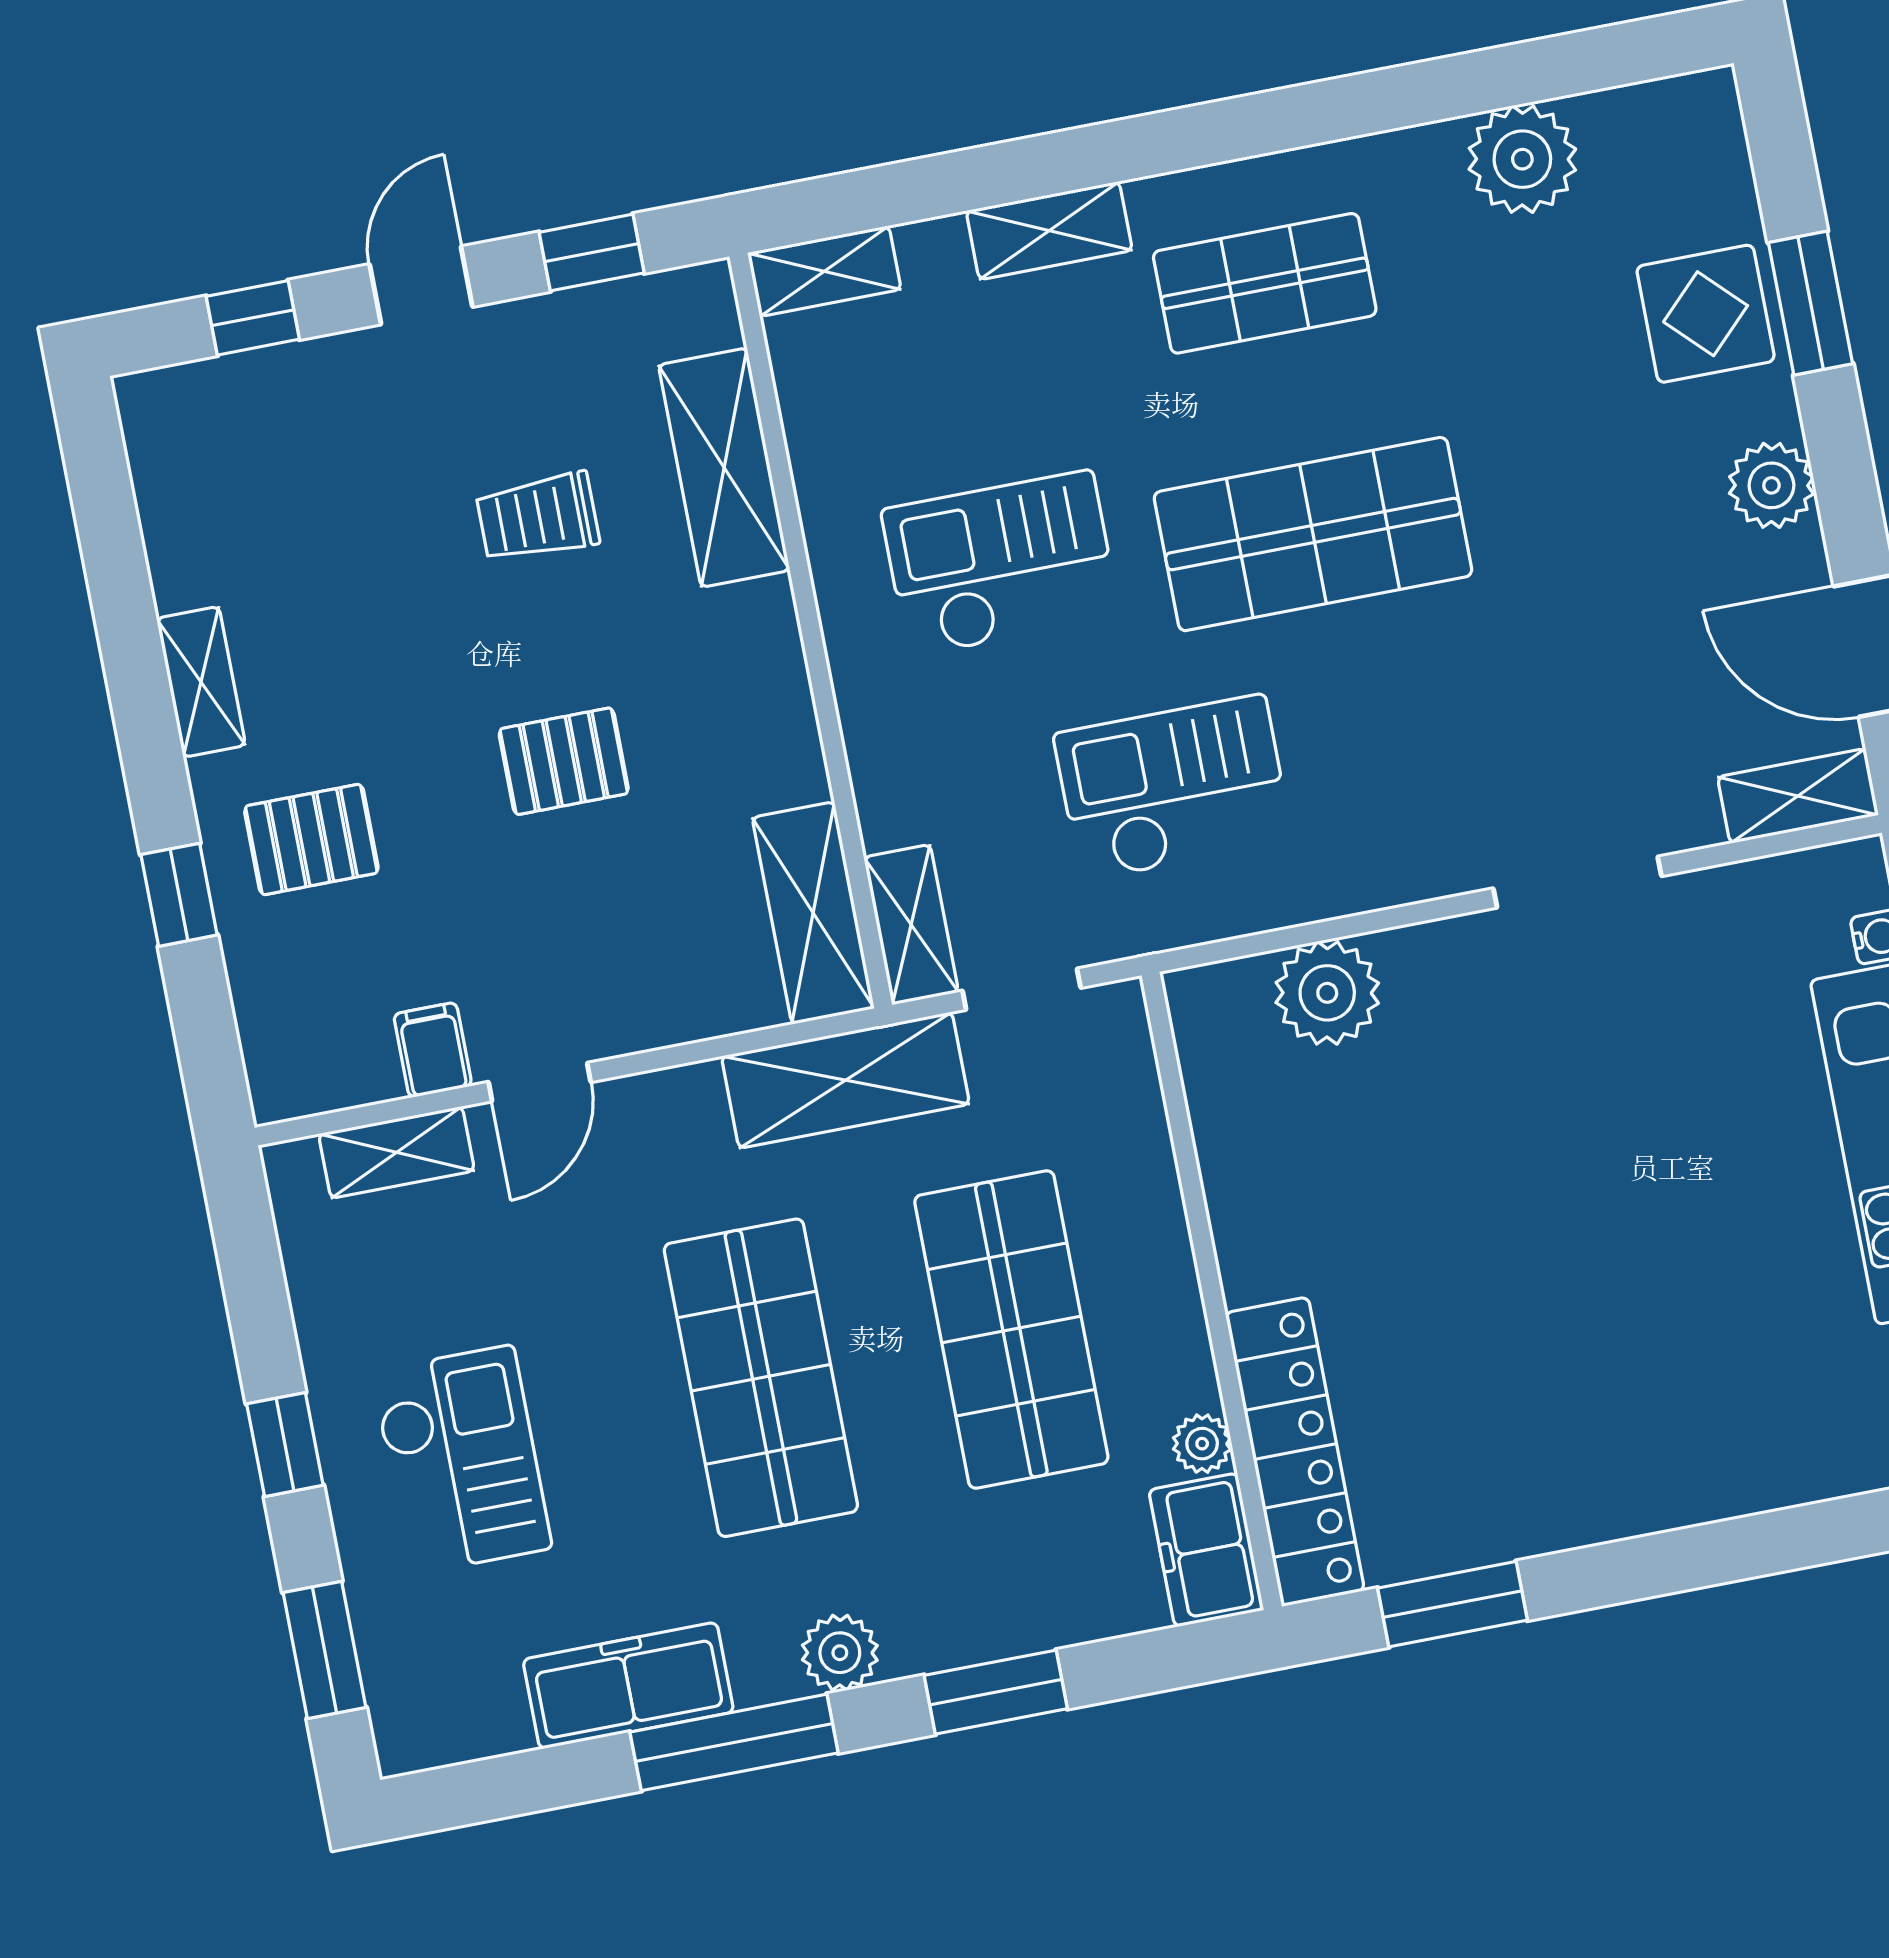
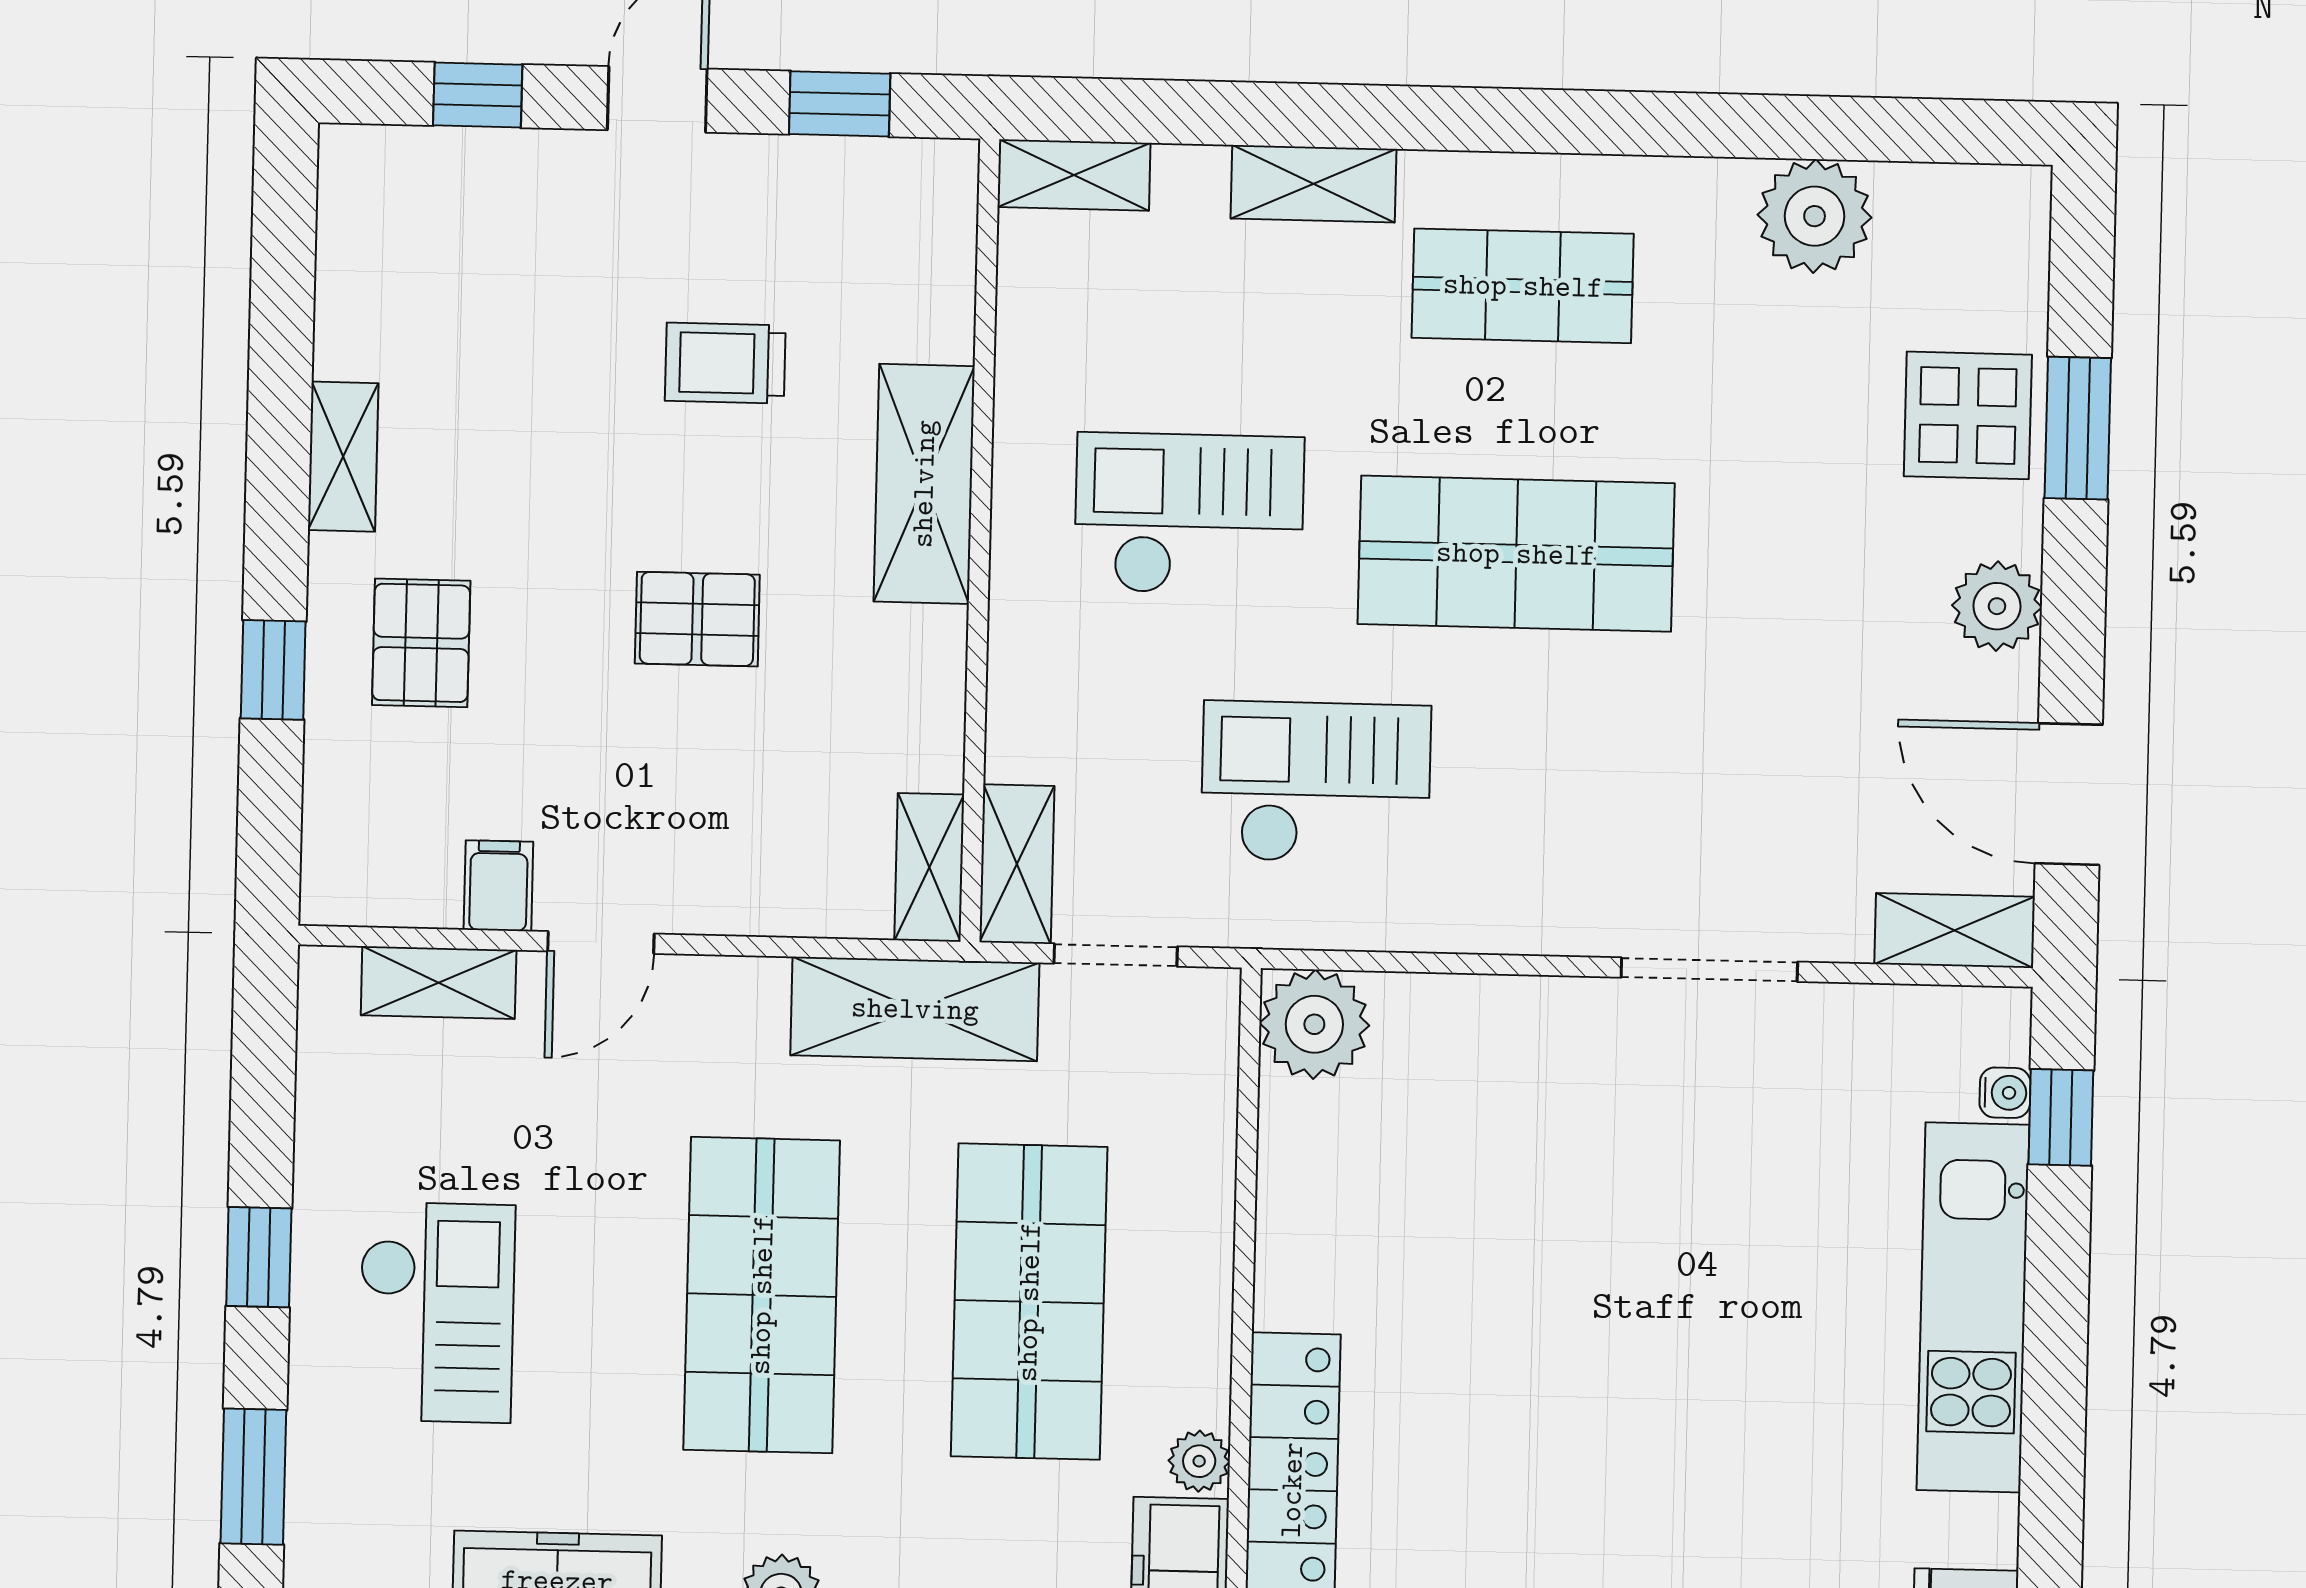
shelving: (724, 468) -> (924, 484), moved
pallet: (311, 840) -> (421, 643), turned 90
shelving: (813, 913) -> (929, 867), width x0.67, depth x0.75
plant: (1327, 993) -> (1314, 1024), moved

